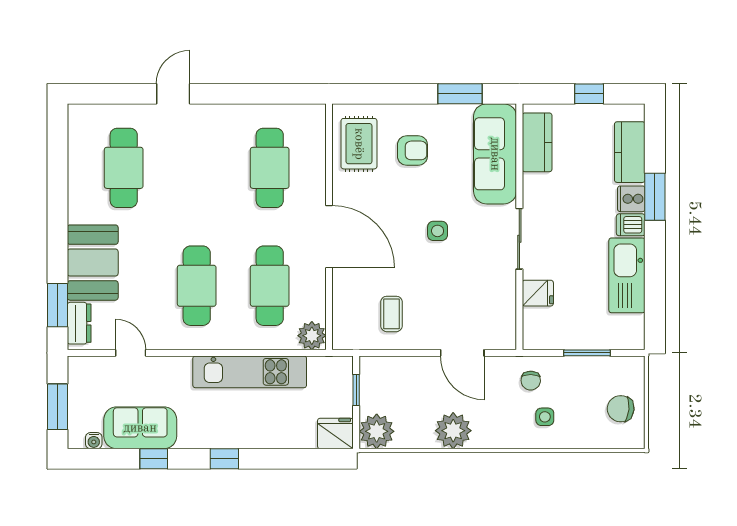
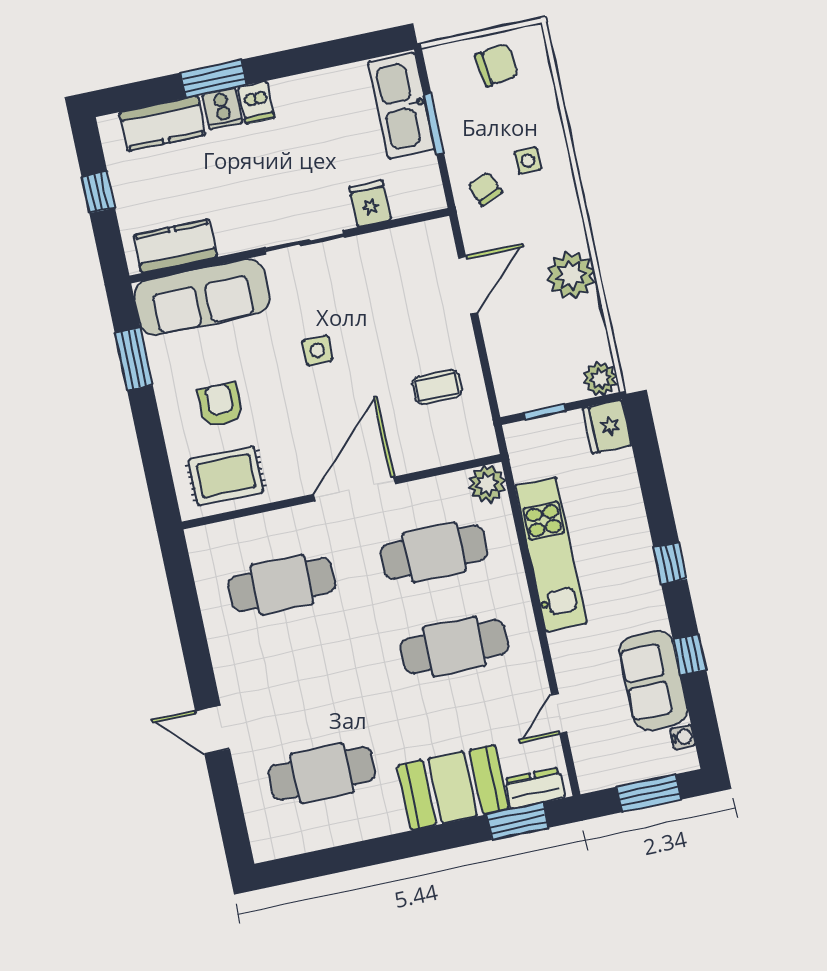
kitchen sink: (627, 275) -> (402, 106), moved, turned 90
chair: (531, 381) -> (485, 189), turned -114
chair: (621, 409) -> (497, 65), turned -103
plant: (377, 431) -> (600, 379), width x0.73, depth x0.73

